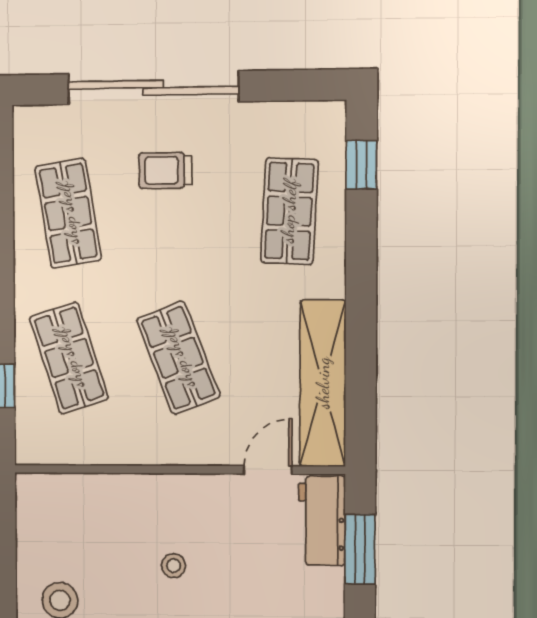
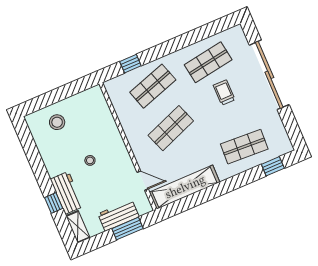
trolley: (165, 170) -> (224, 92), moved
workbench: (322, 521) -> (118, 215), moved

